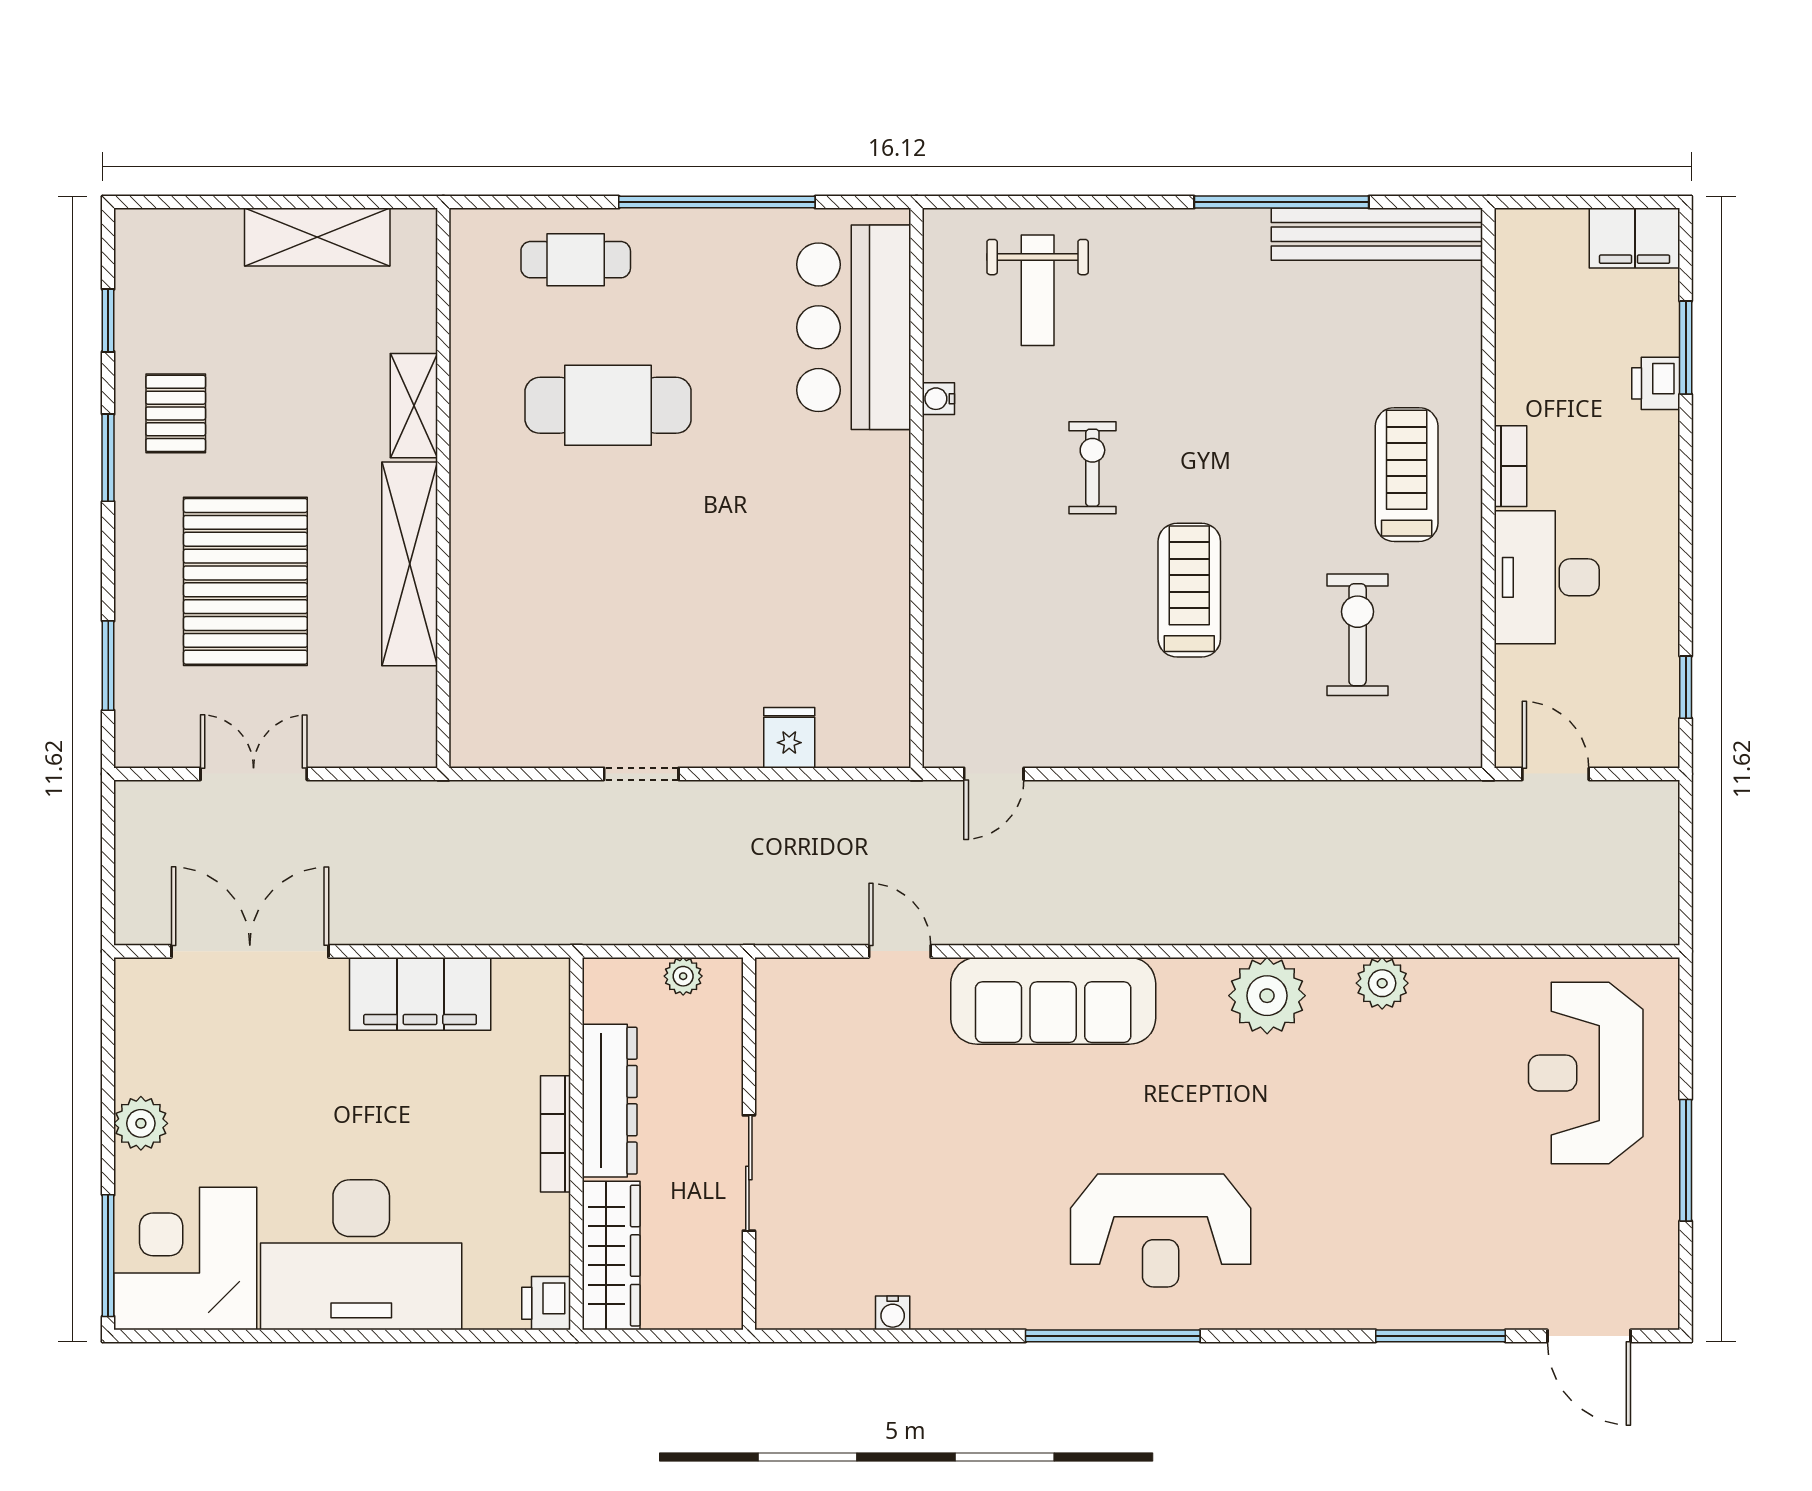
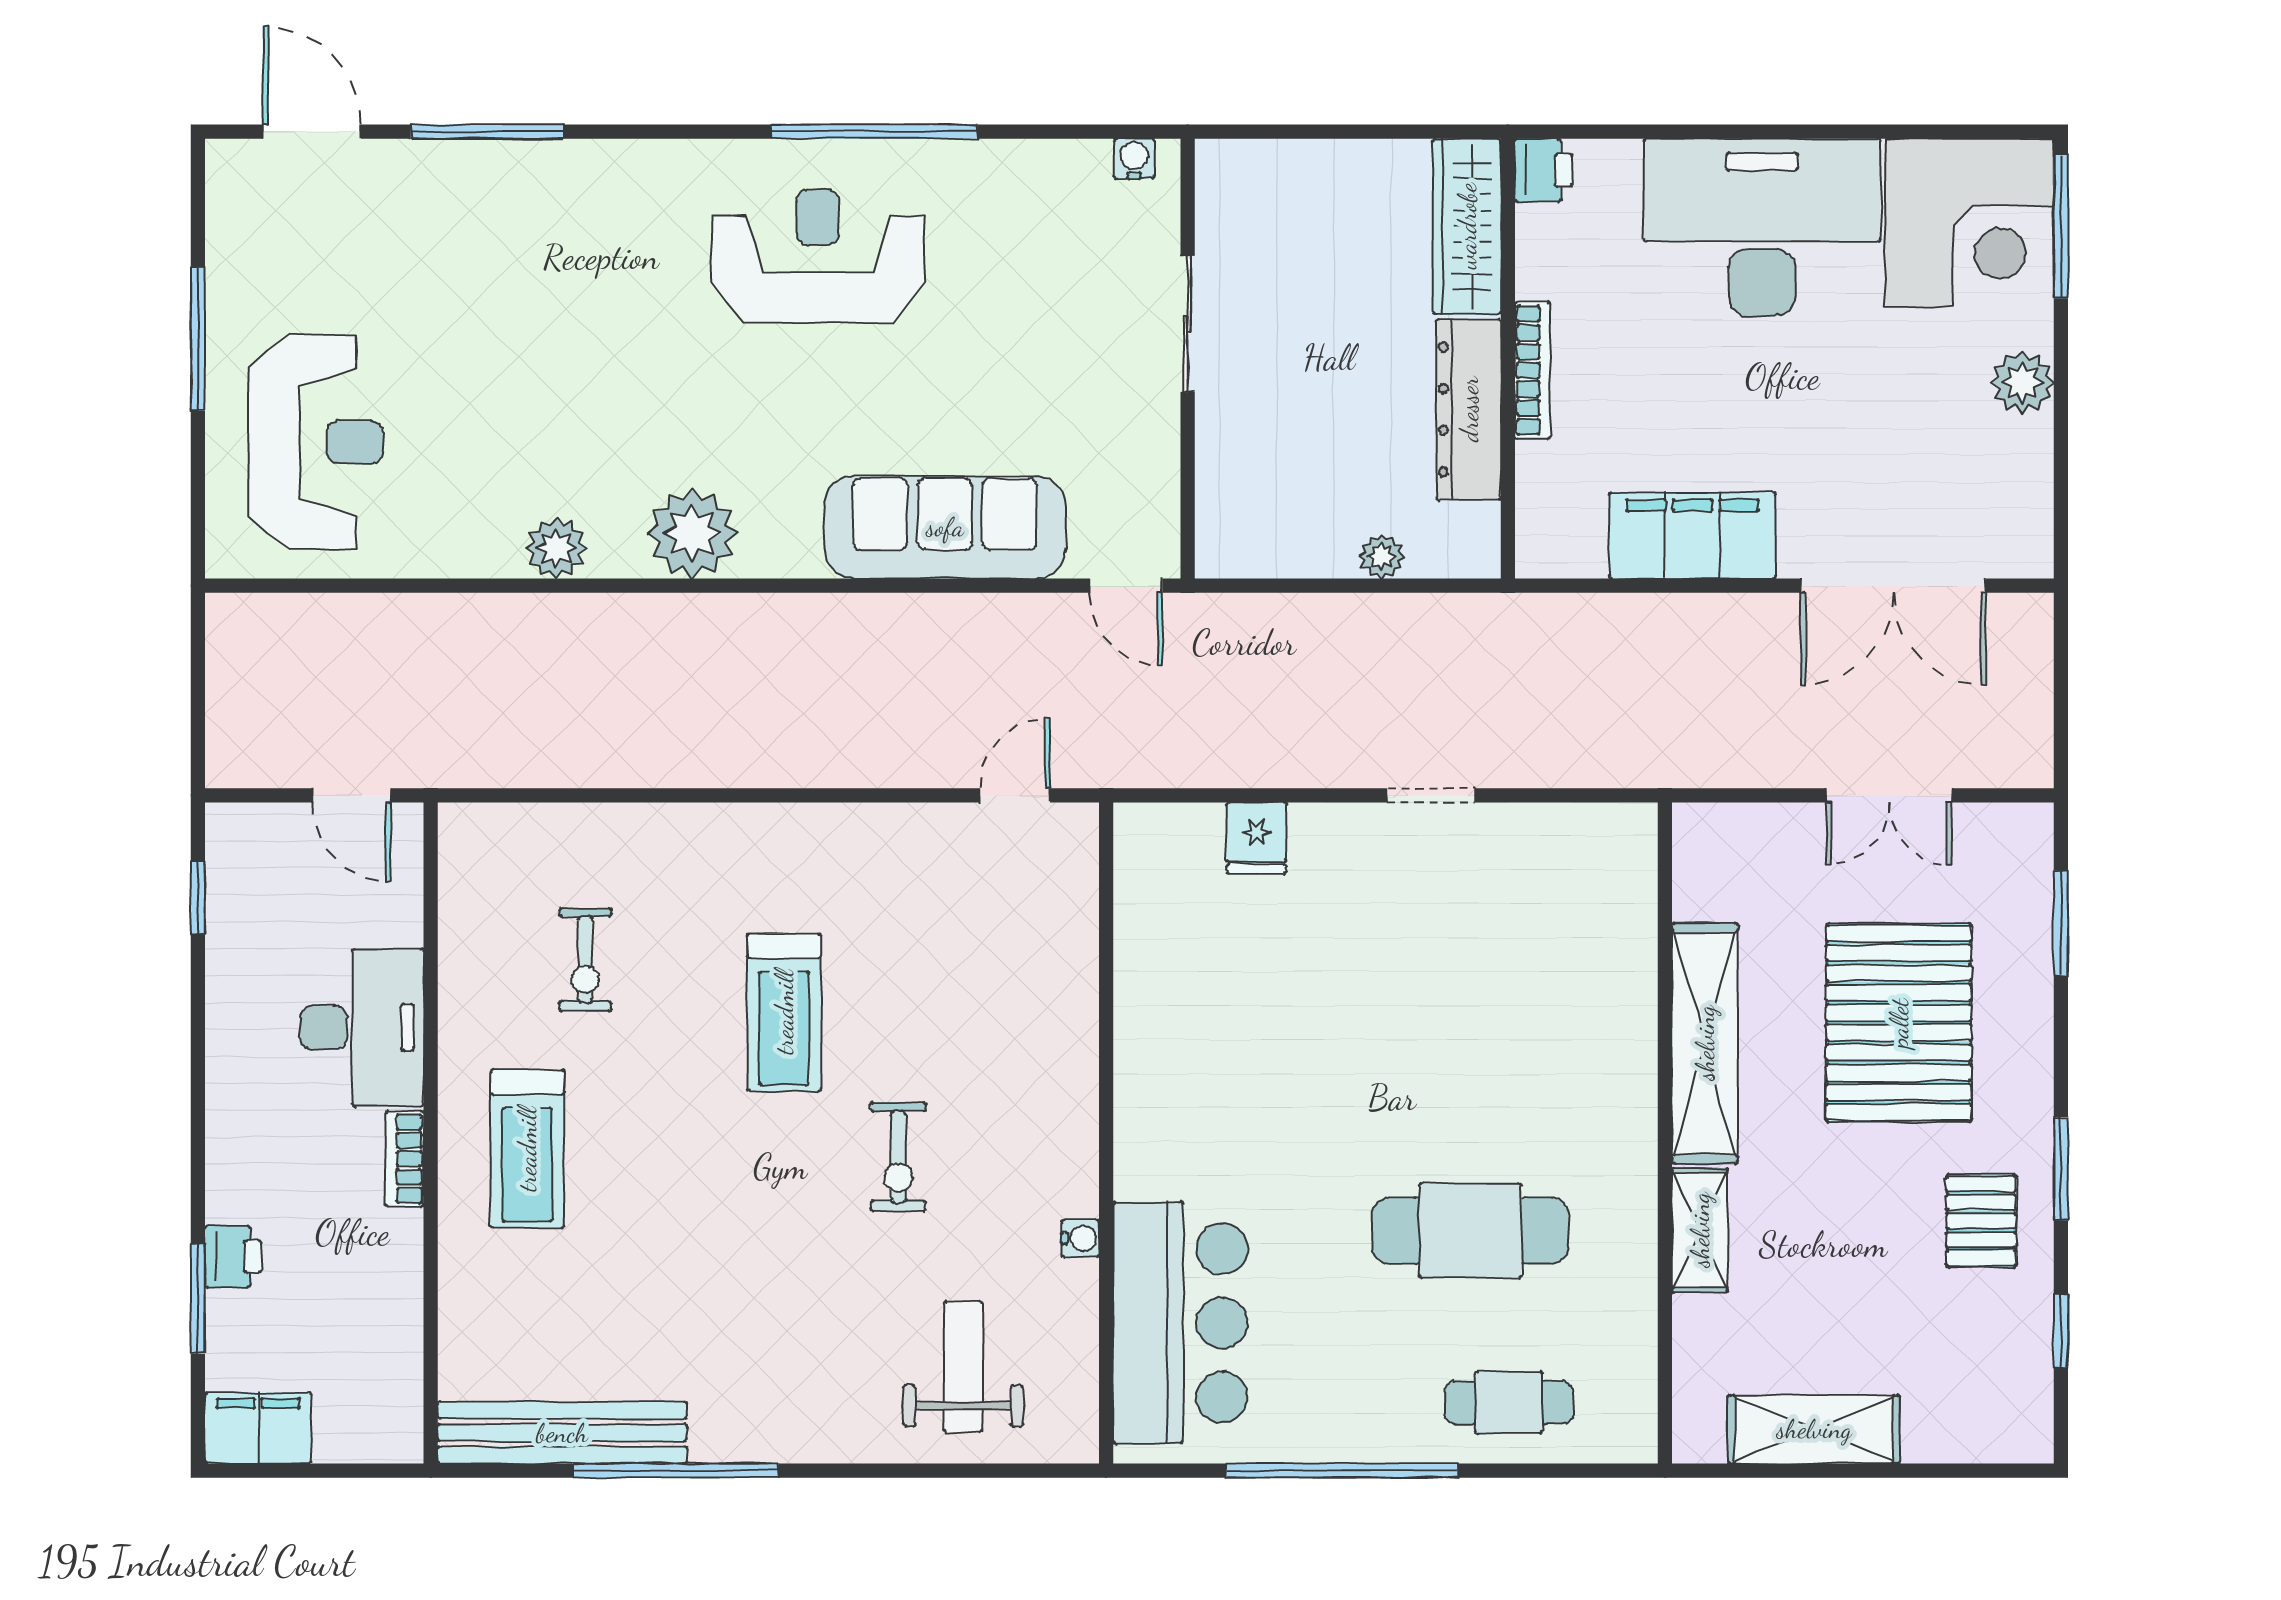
exercise bike: (1358, 635) -> (585, 960), width x0.73, depth x0.72
wall: (749, 1144) -> (1188, 359), moved
sliding door: (749, 1173) -> (1188, 324), moved

